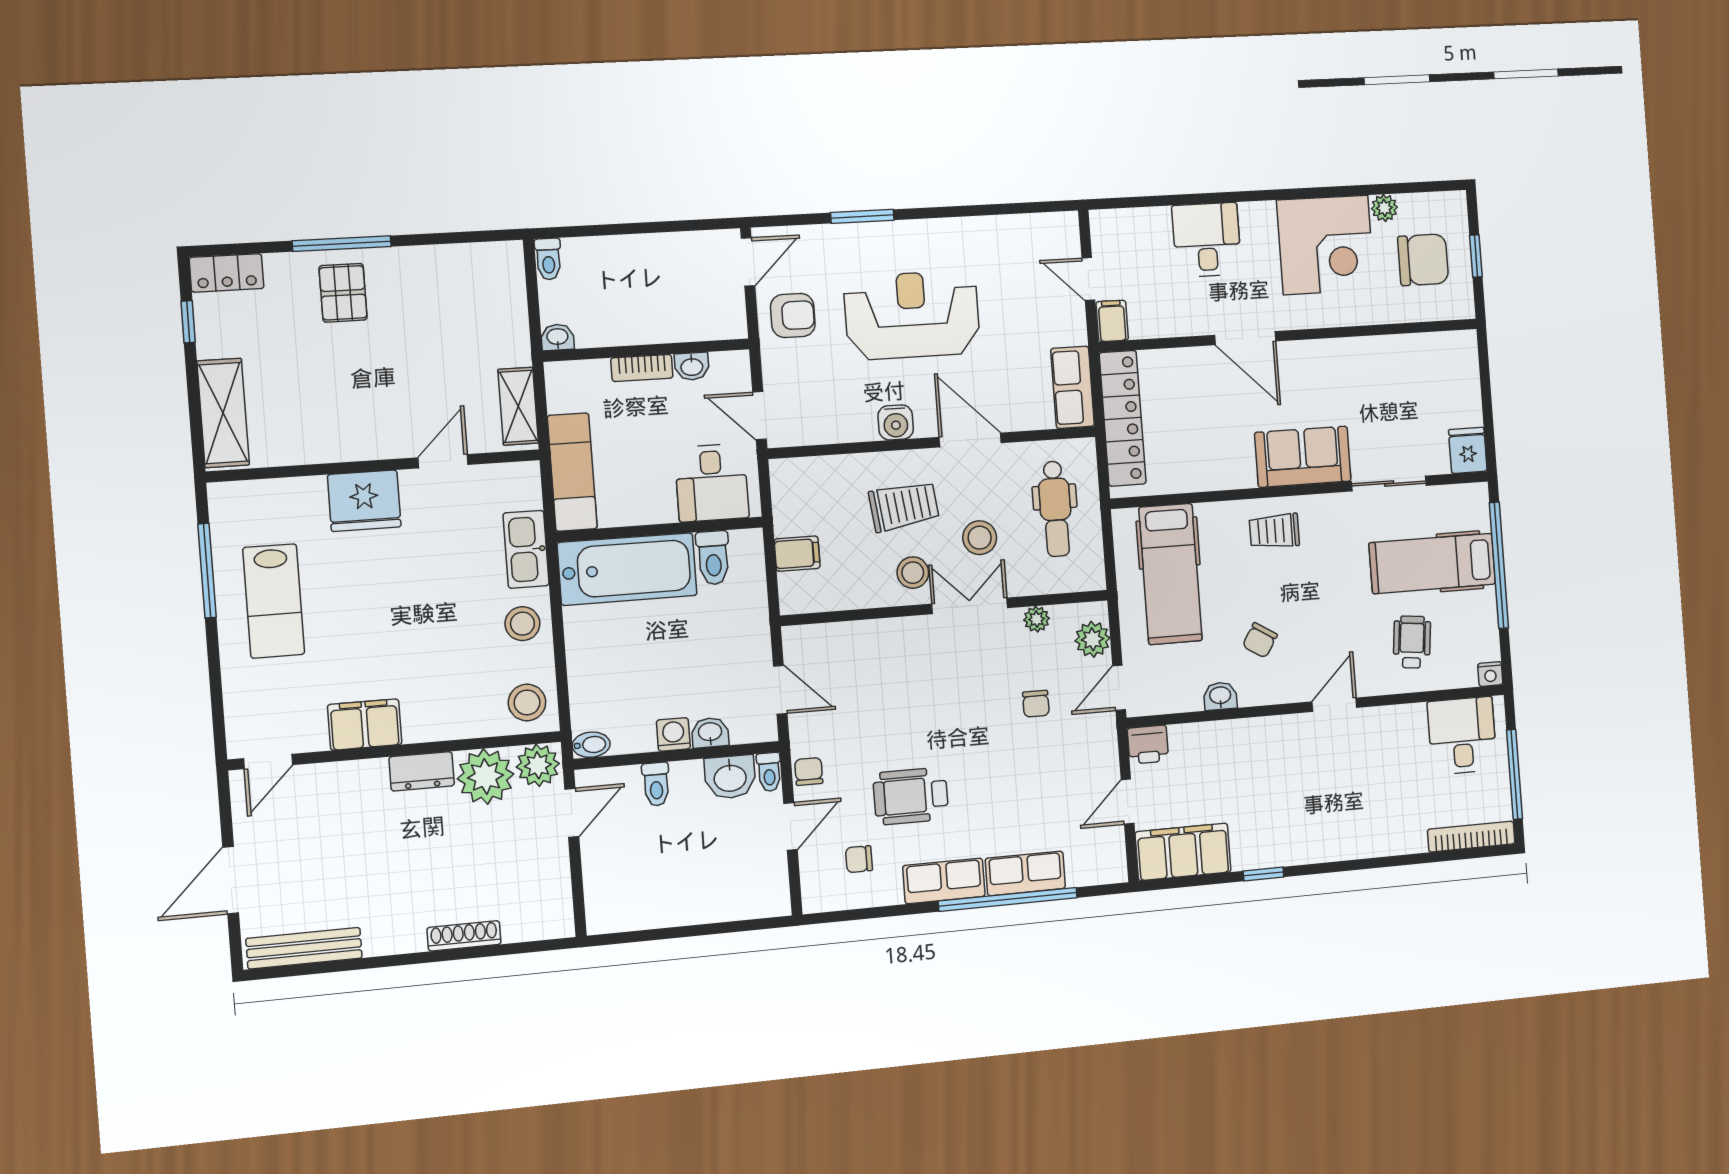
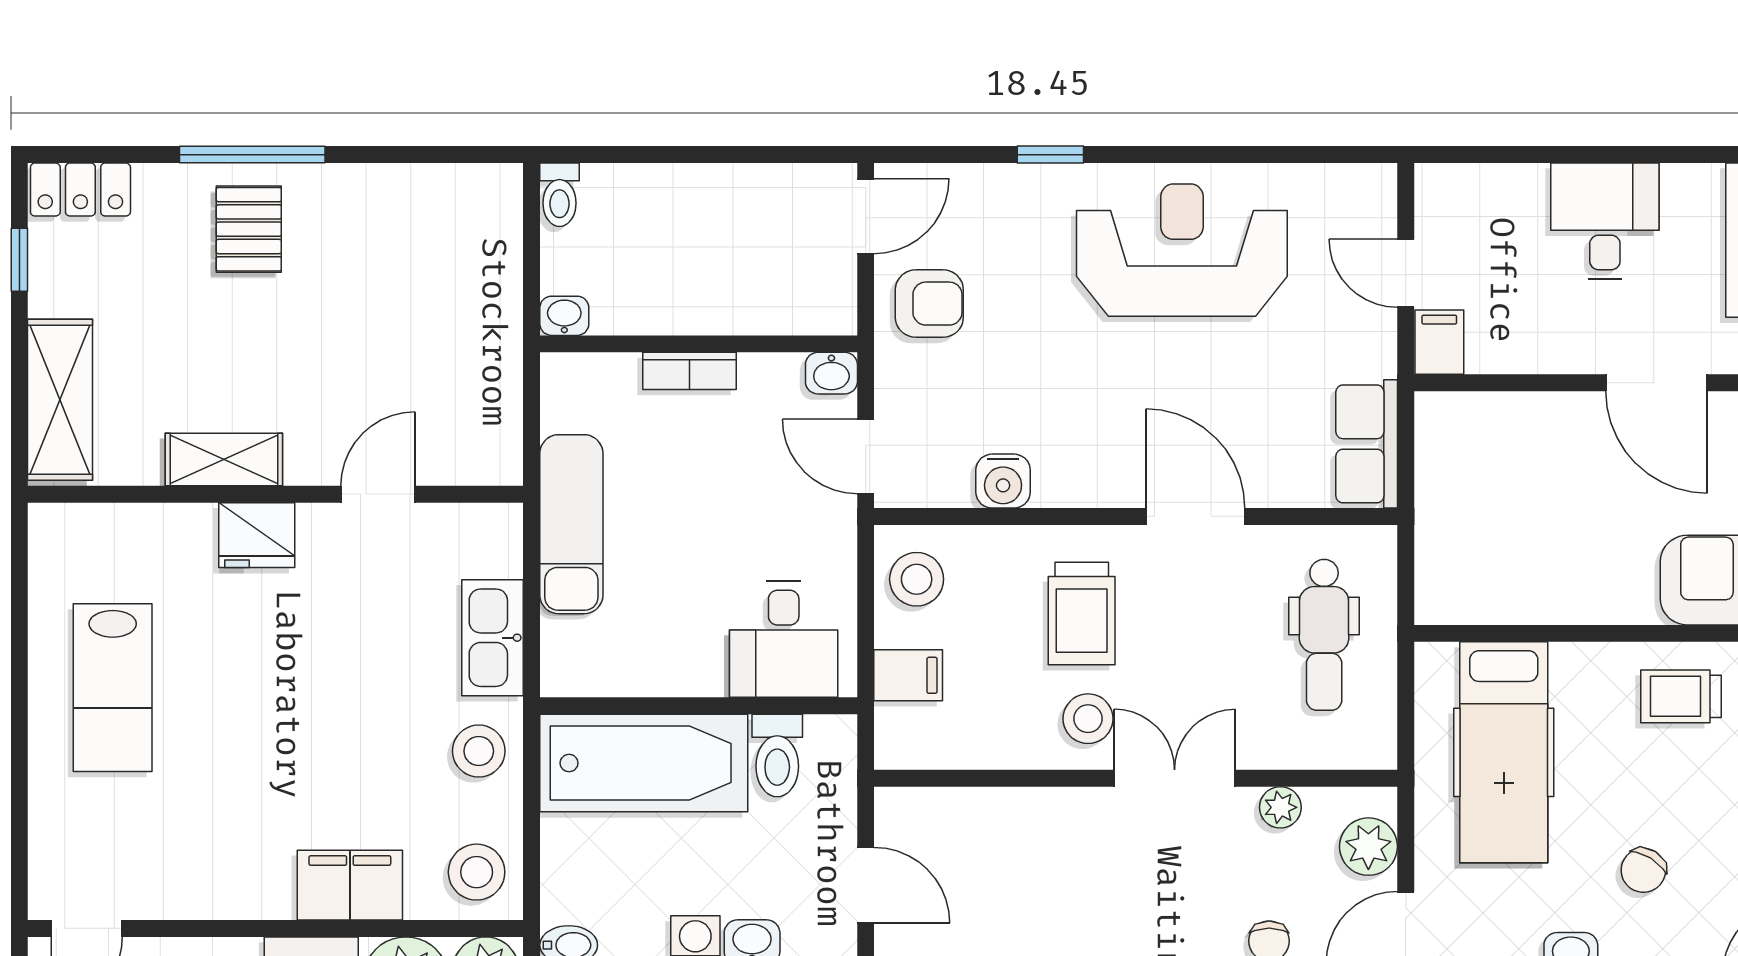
window: (862, 216) -> (1050, 155), width x0.67
reception desk: (912, 315) -> (1182, 250), moved
washbasin: (692, 366) -> (831, 373), moved
shelving: (518, 406) -> (224, 460), moved, turned 90
locker: (1123, 418) -> (1444, 498), removed
water cooler: (896, 422) -> (1003, 481), moved
desk: (712, 483) -> (784, 639), moved
fridge: (364, 501) -> (257, 535), width x0.73, depth x0.75
trolley: (904, 506) -> (1082, 613), turned 97
wall: (660, 530) -> (699, 706), moved
stool: (980, 538) -> (917, 579), moved
toilet: (713, 558) -> (777, 756), moved
bathtub: (627, 569) -> (644, 763), moved
window: (207, 571) -> (19, 635), removed
filing cabinet: (365, 725) -> (350, 885), moved

